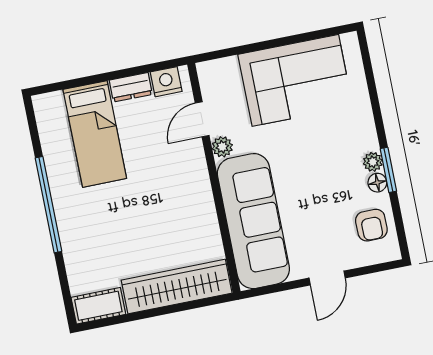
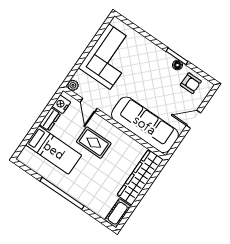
plant: (222, 147) -> (73, 85), moved
plant: (373, 162) -> (168, 59), removed
rug: (160, 177) -> (94, 143), added
door: (327, 278) -> (194, 119), swing flipped

